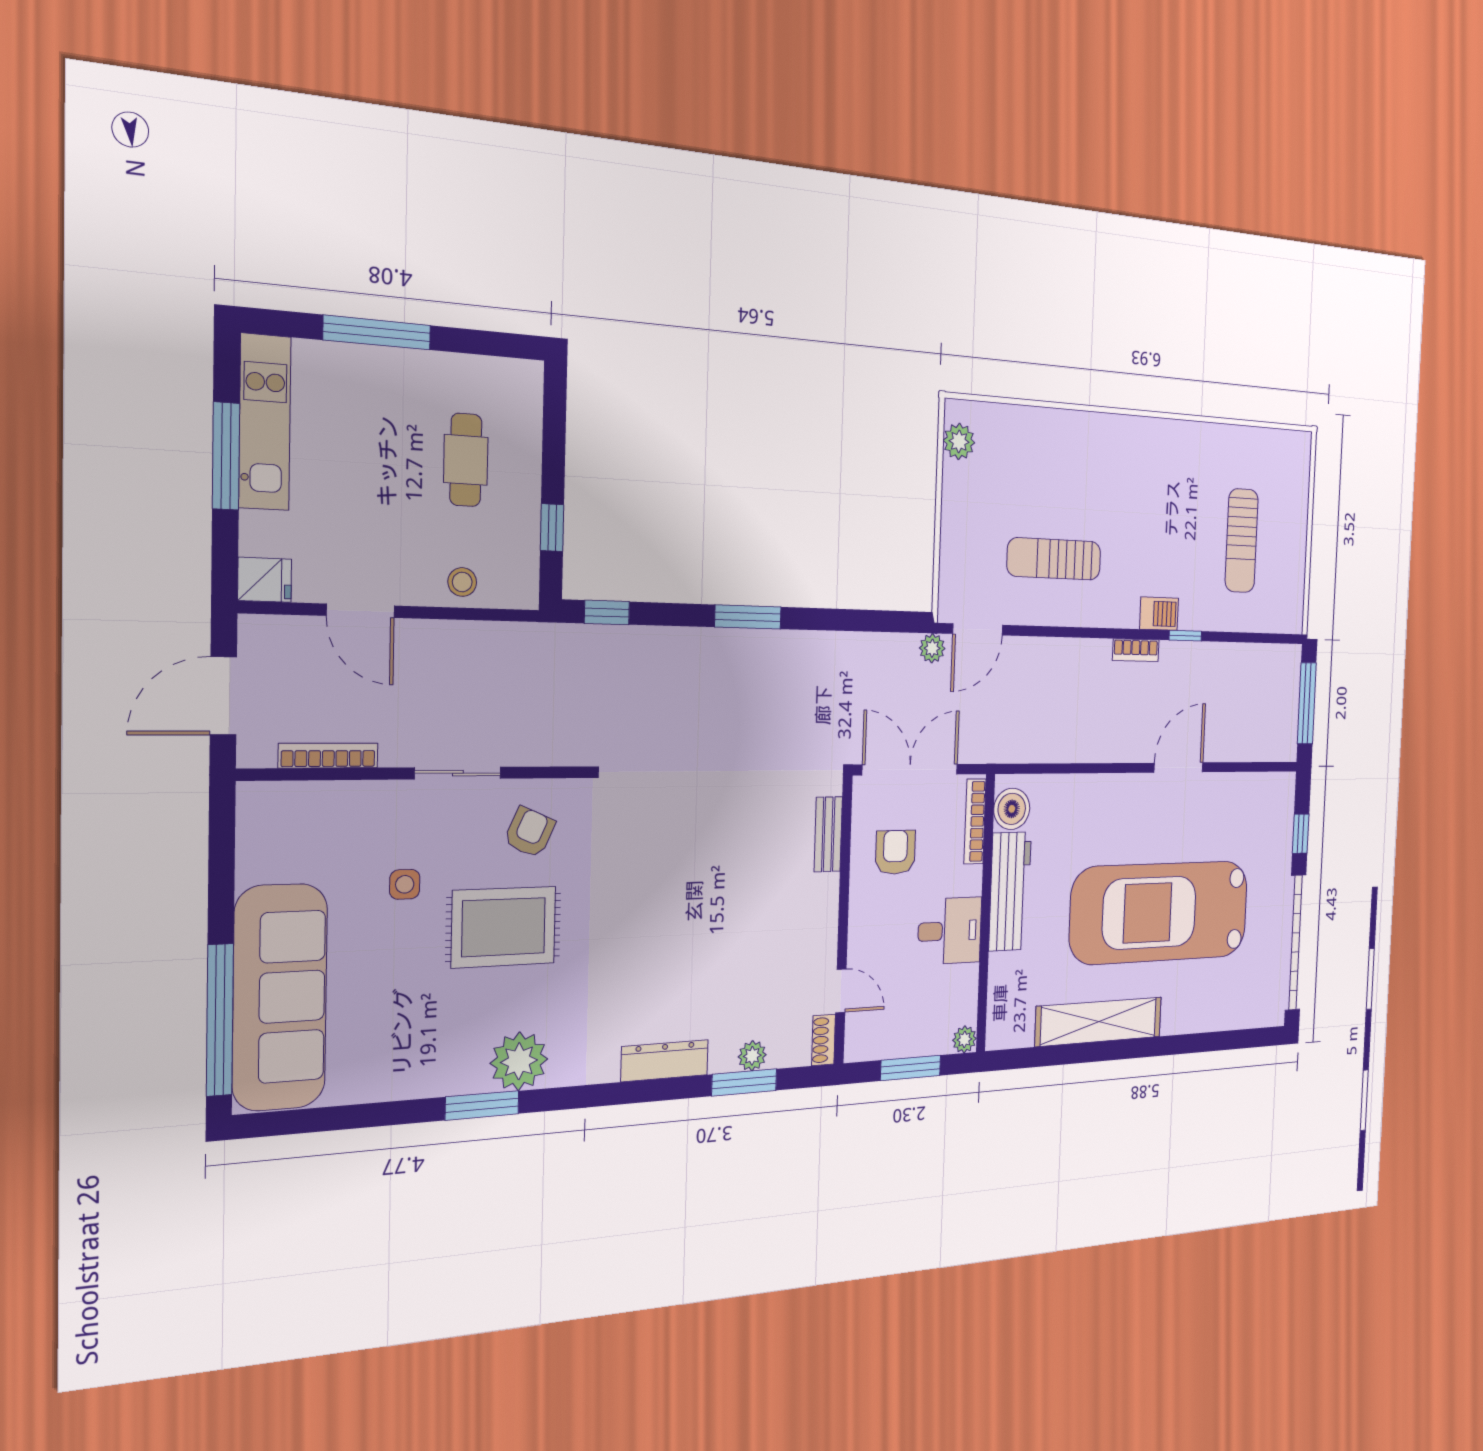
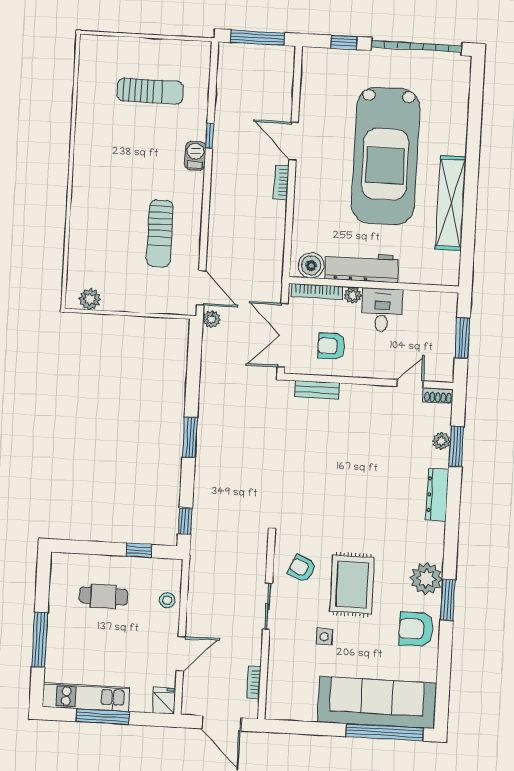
bookcase: (1136, 650) -> (281, 182), moved, turned 180
bookcase: (328, 756) -> (254, 682), width x0.64
plant: (965, 1039) -> (353, 295), moved
armchair: (426, 1054) -> (416, 629), added

